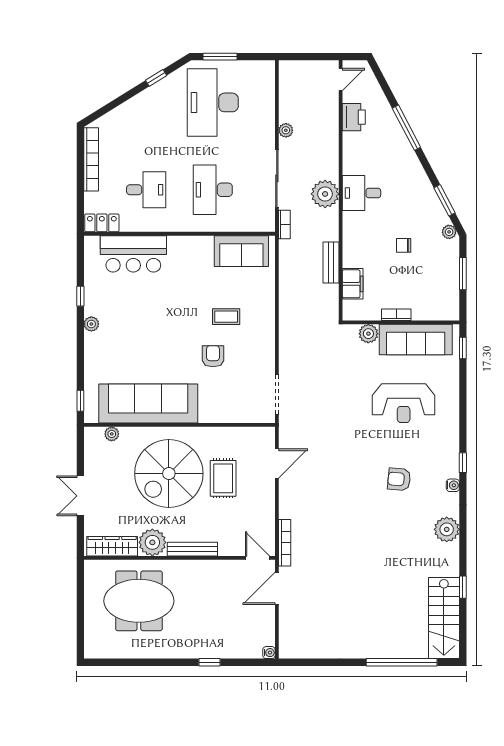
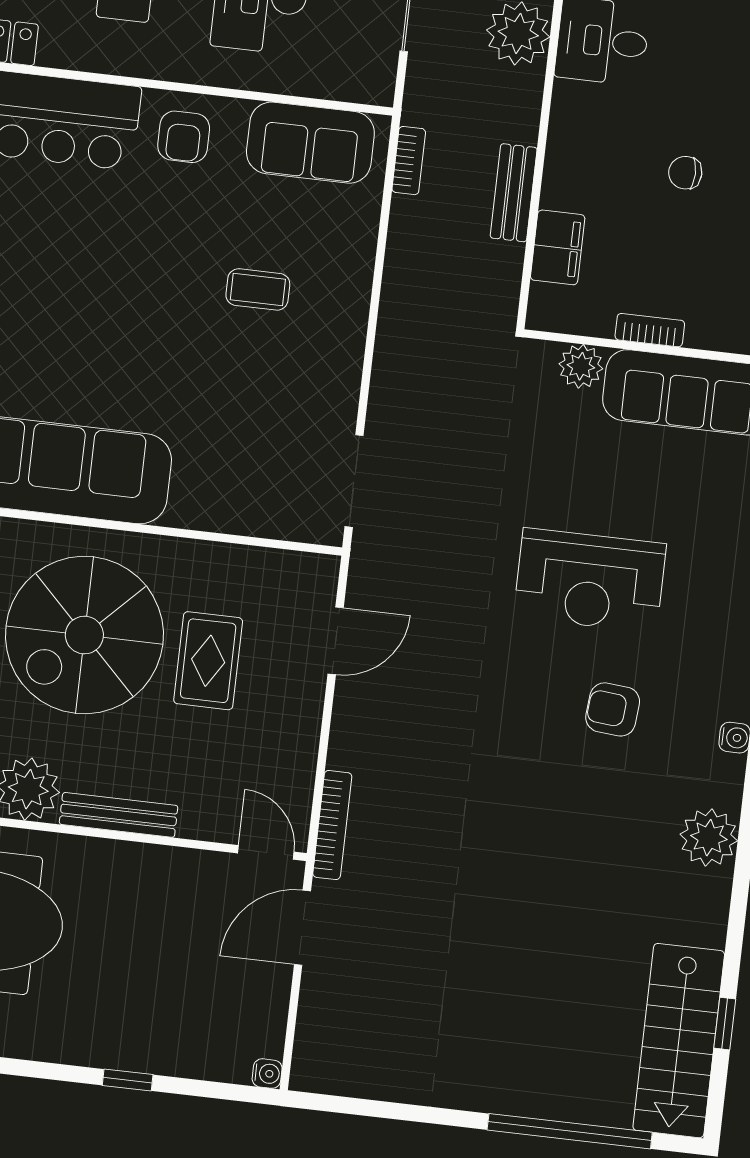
bookcase: (284, 225) -> (409, 161), moved
armchair: (213, 356) -> (184, 137), moved, turned 180
reception desk: (404, 403) -> (590, 580), moved
window: (463, 587) -> (725, 1024), moved

